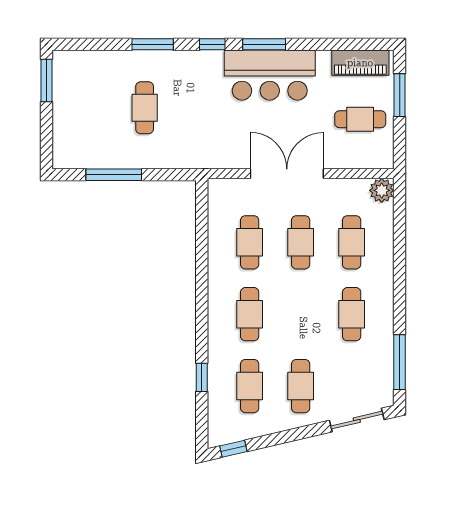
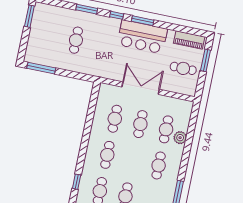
window: (114, 175) -> (41, 68), moved
plant: (382, 190) -> (180, 138), moved

